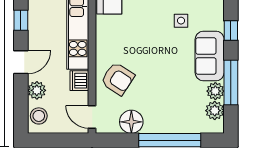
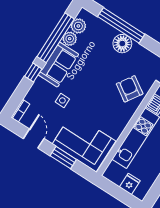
window: (231, 83) -> (56, 38), width x1.46
floor lamp: (131, 122) -> (122, 44), moved

